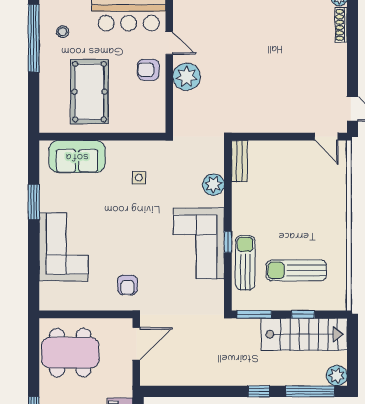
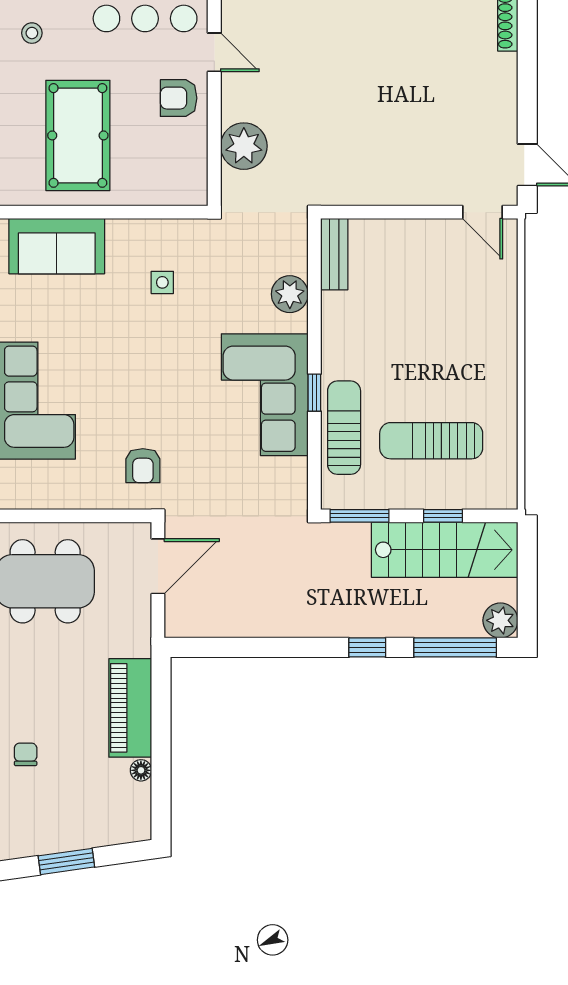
plant: (187, 77) -> (244, 146), moved

